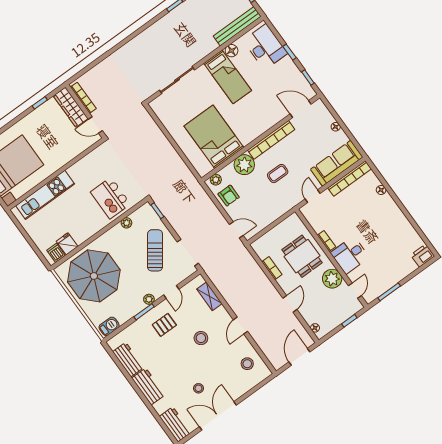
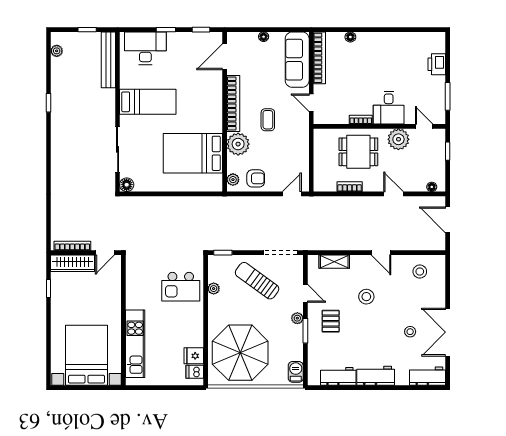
floor lamp: (232, 51) -> (127, 185), moved
printer: (423, 256) -> (437, 64), moved

